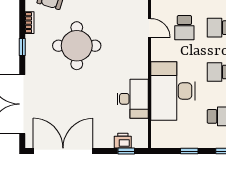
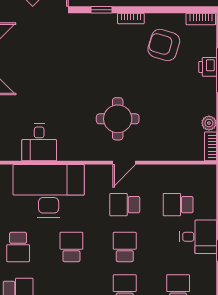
round table: (77, 46) -> (118, 119), moved, width x0.73, depth x0.73
desk: (133, 99) -> (39, 142), width x0.73

